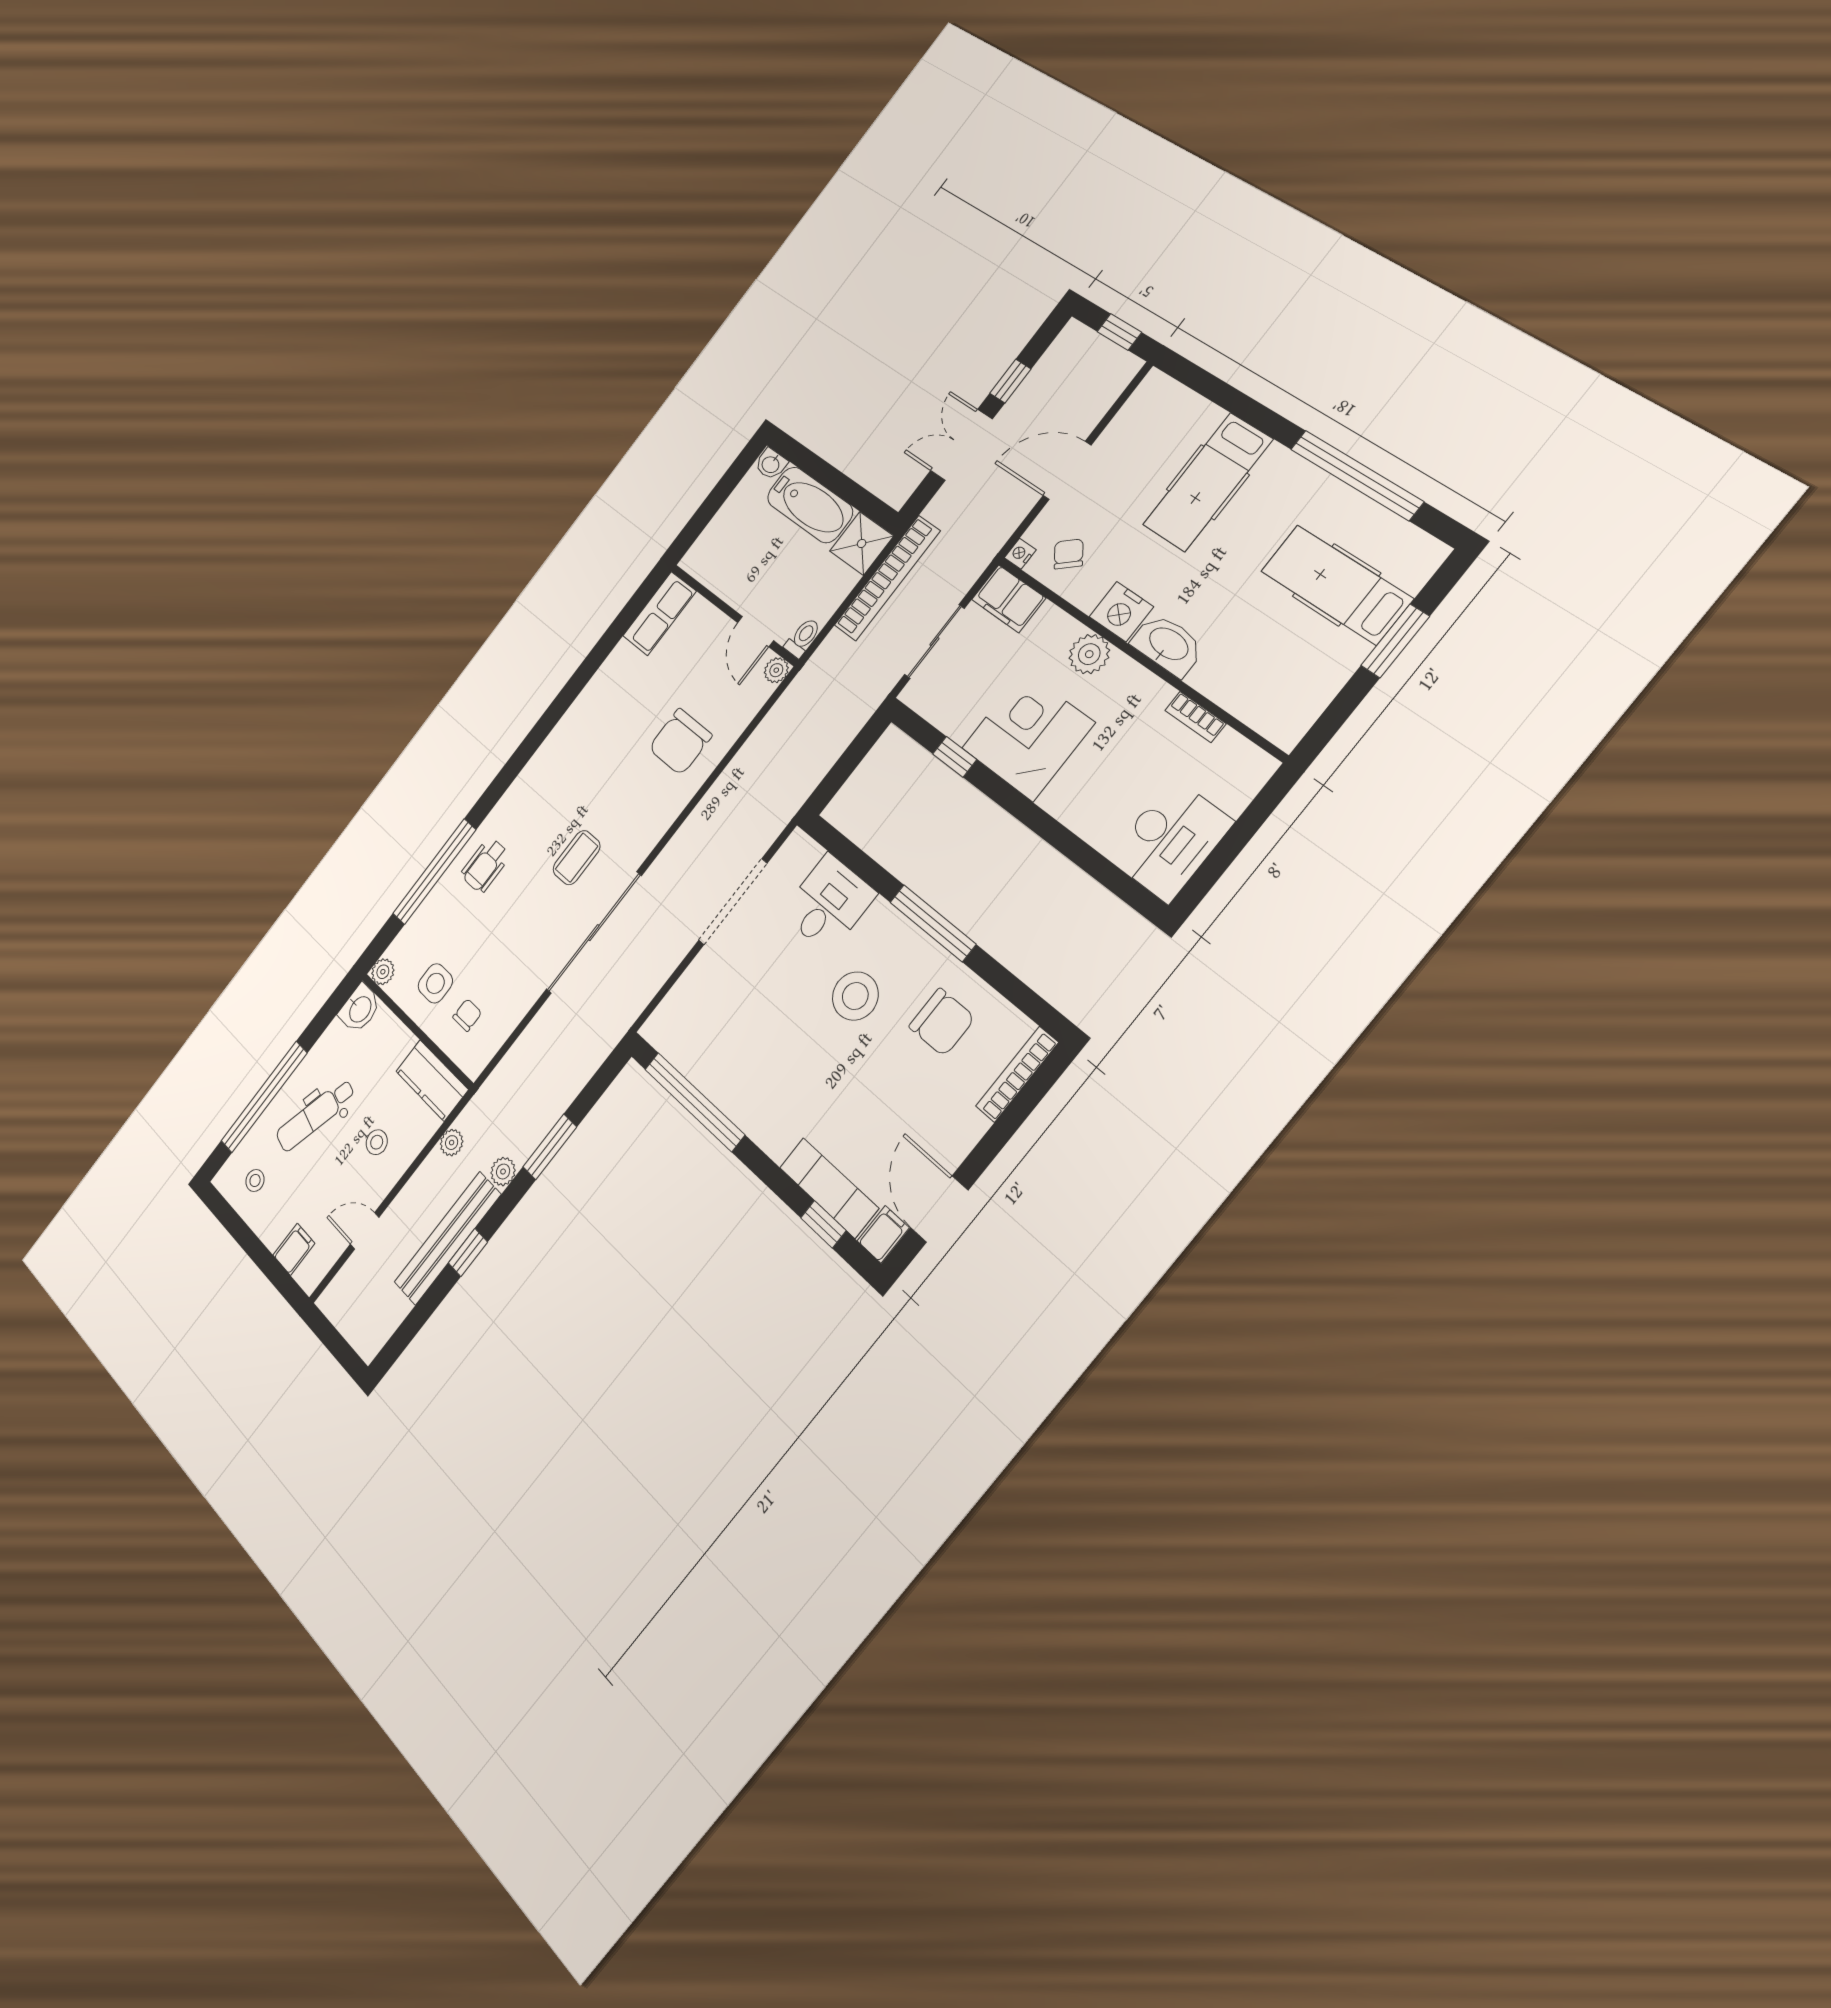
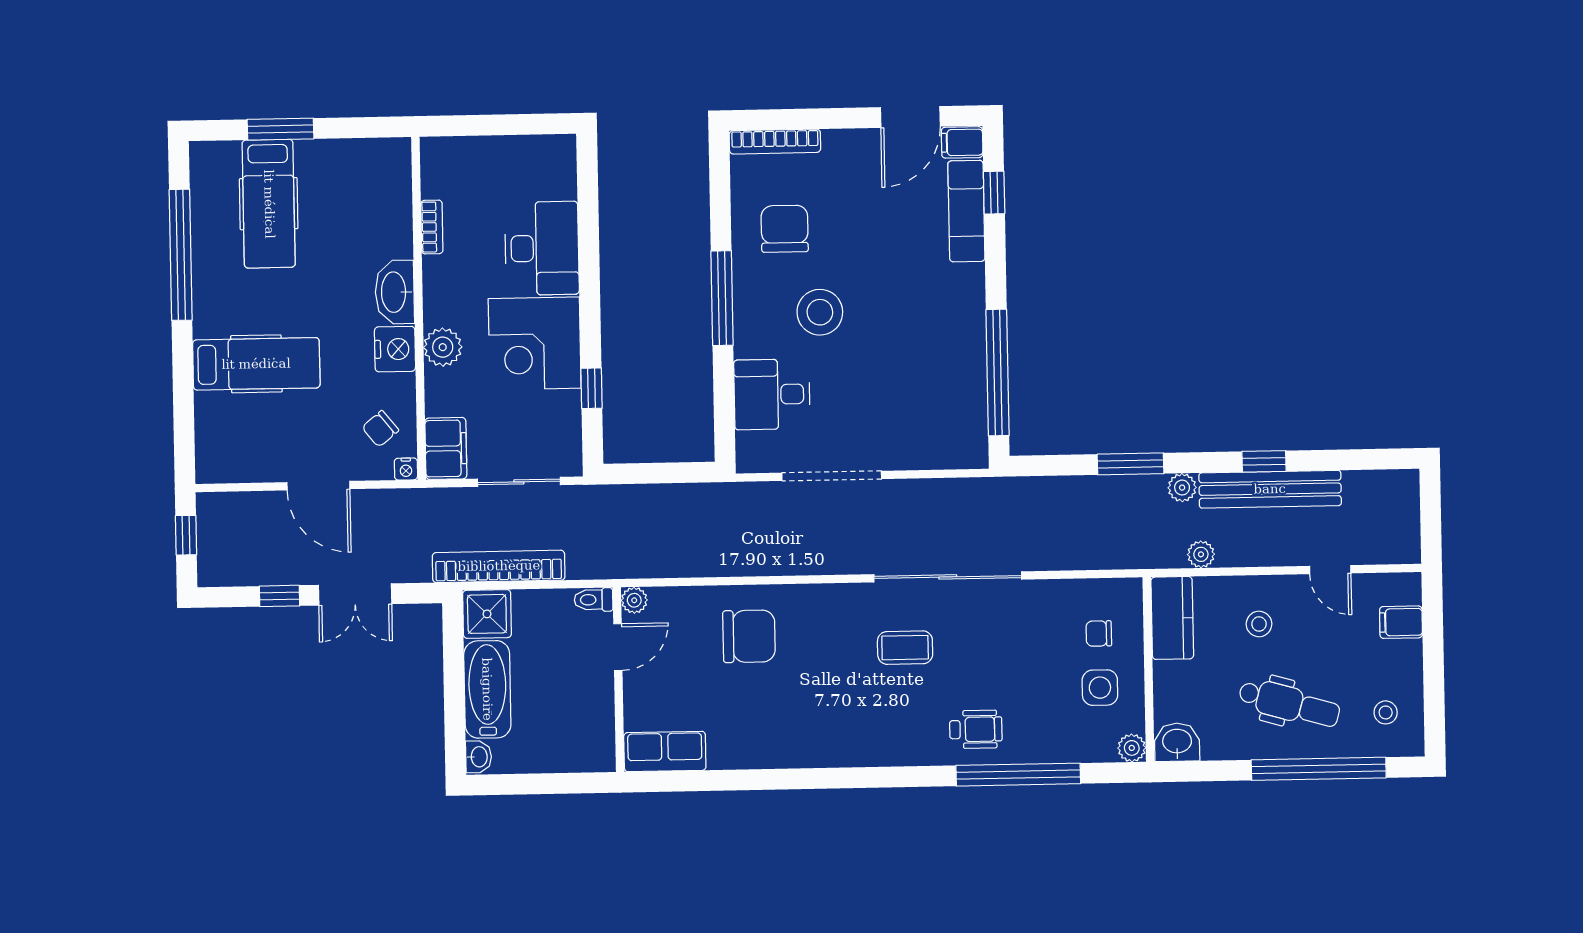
desk: (1170, 840) -> (542, 248), moved, turned 90

